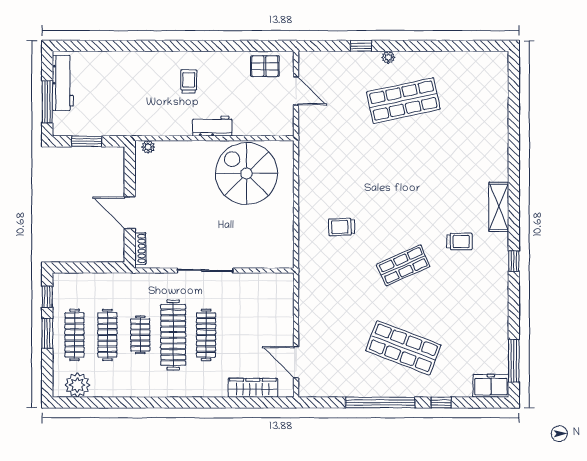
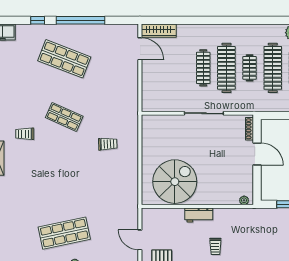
spiral stairs: (246, 174) -> (175, 182), turned -90
shop shelf: (403, 265) -> (64, 117), turned 48
clothes rail: (107, 335) -> (273, 68), width x1.37, depth x1.31
wardrobe: (253, 388) -> (159, 31), moved

